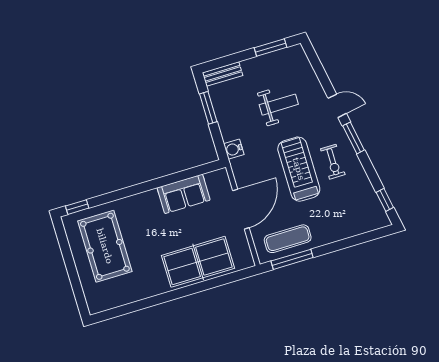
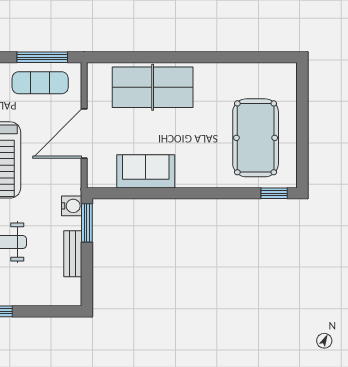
bench: (222, 74) -> (73, 254), moved, turned 90
window: (208, 108) -> (87, 223), moved

